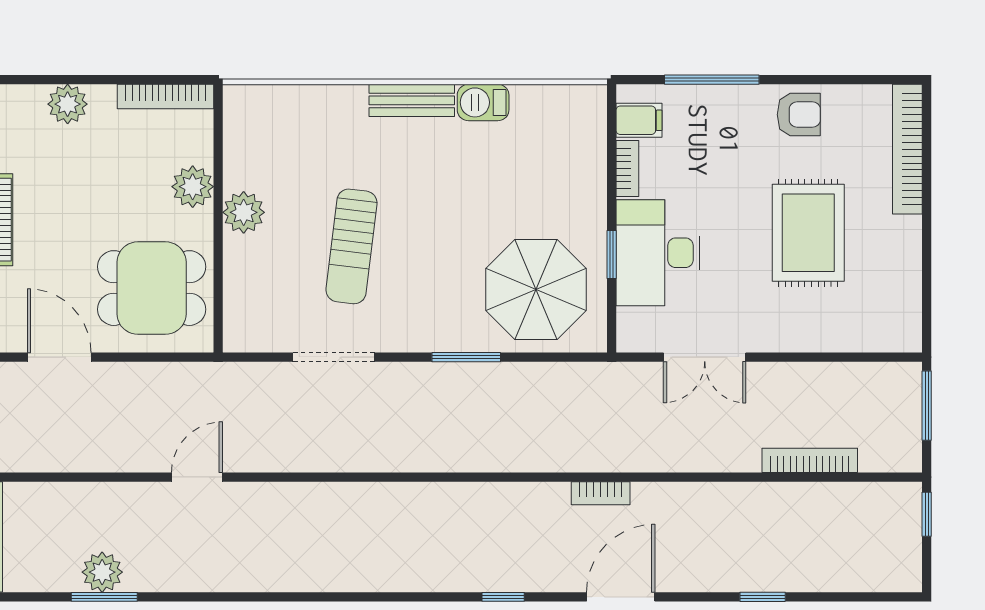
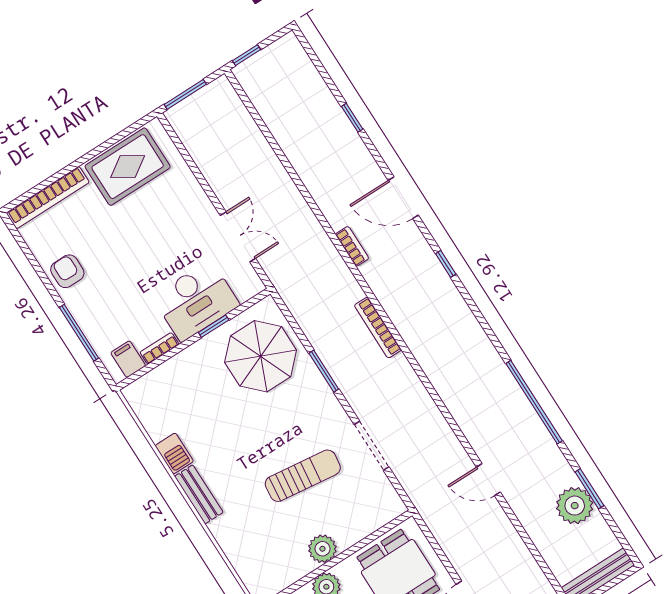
rug: (808, 233) -> (128, 167), moved
bookcase: (810, 460) -> (378, 328), moved
plant: (102, 572) -> (575, 506), width x1.36, depth x1.36
window: (258, 597) -> (534, 402), added

